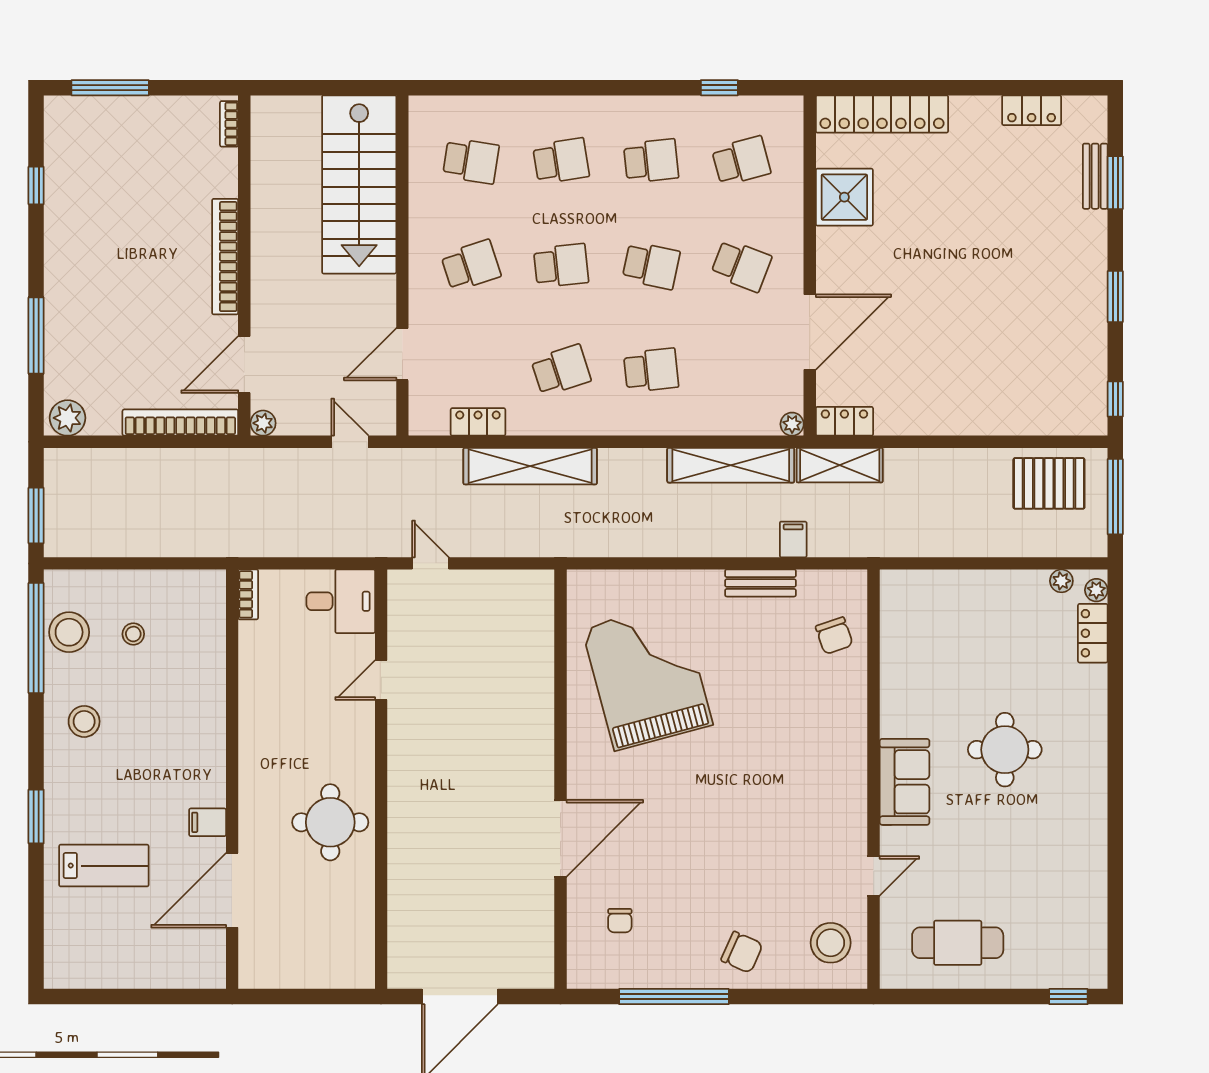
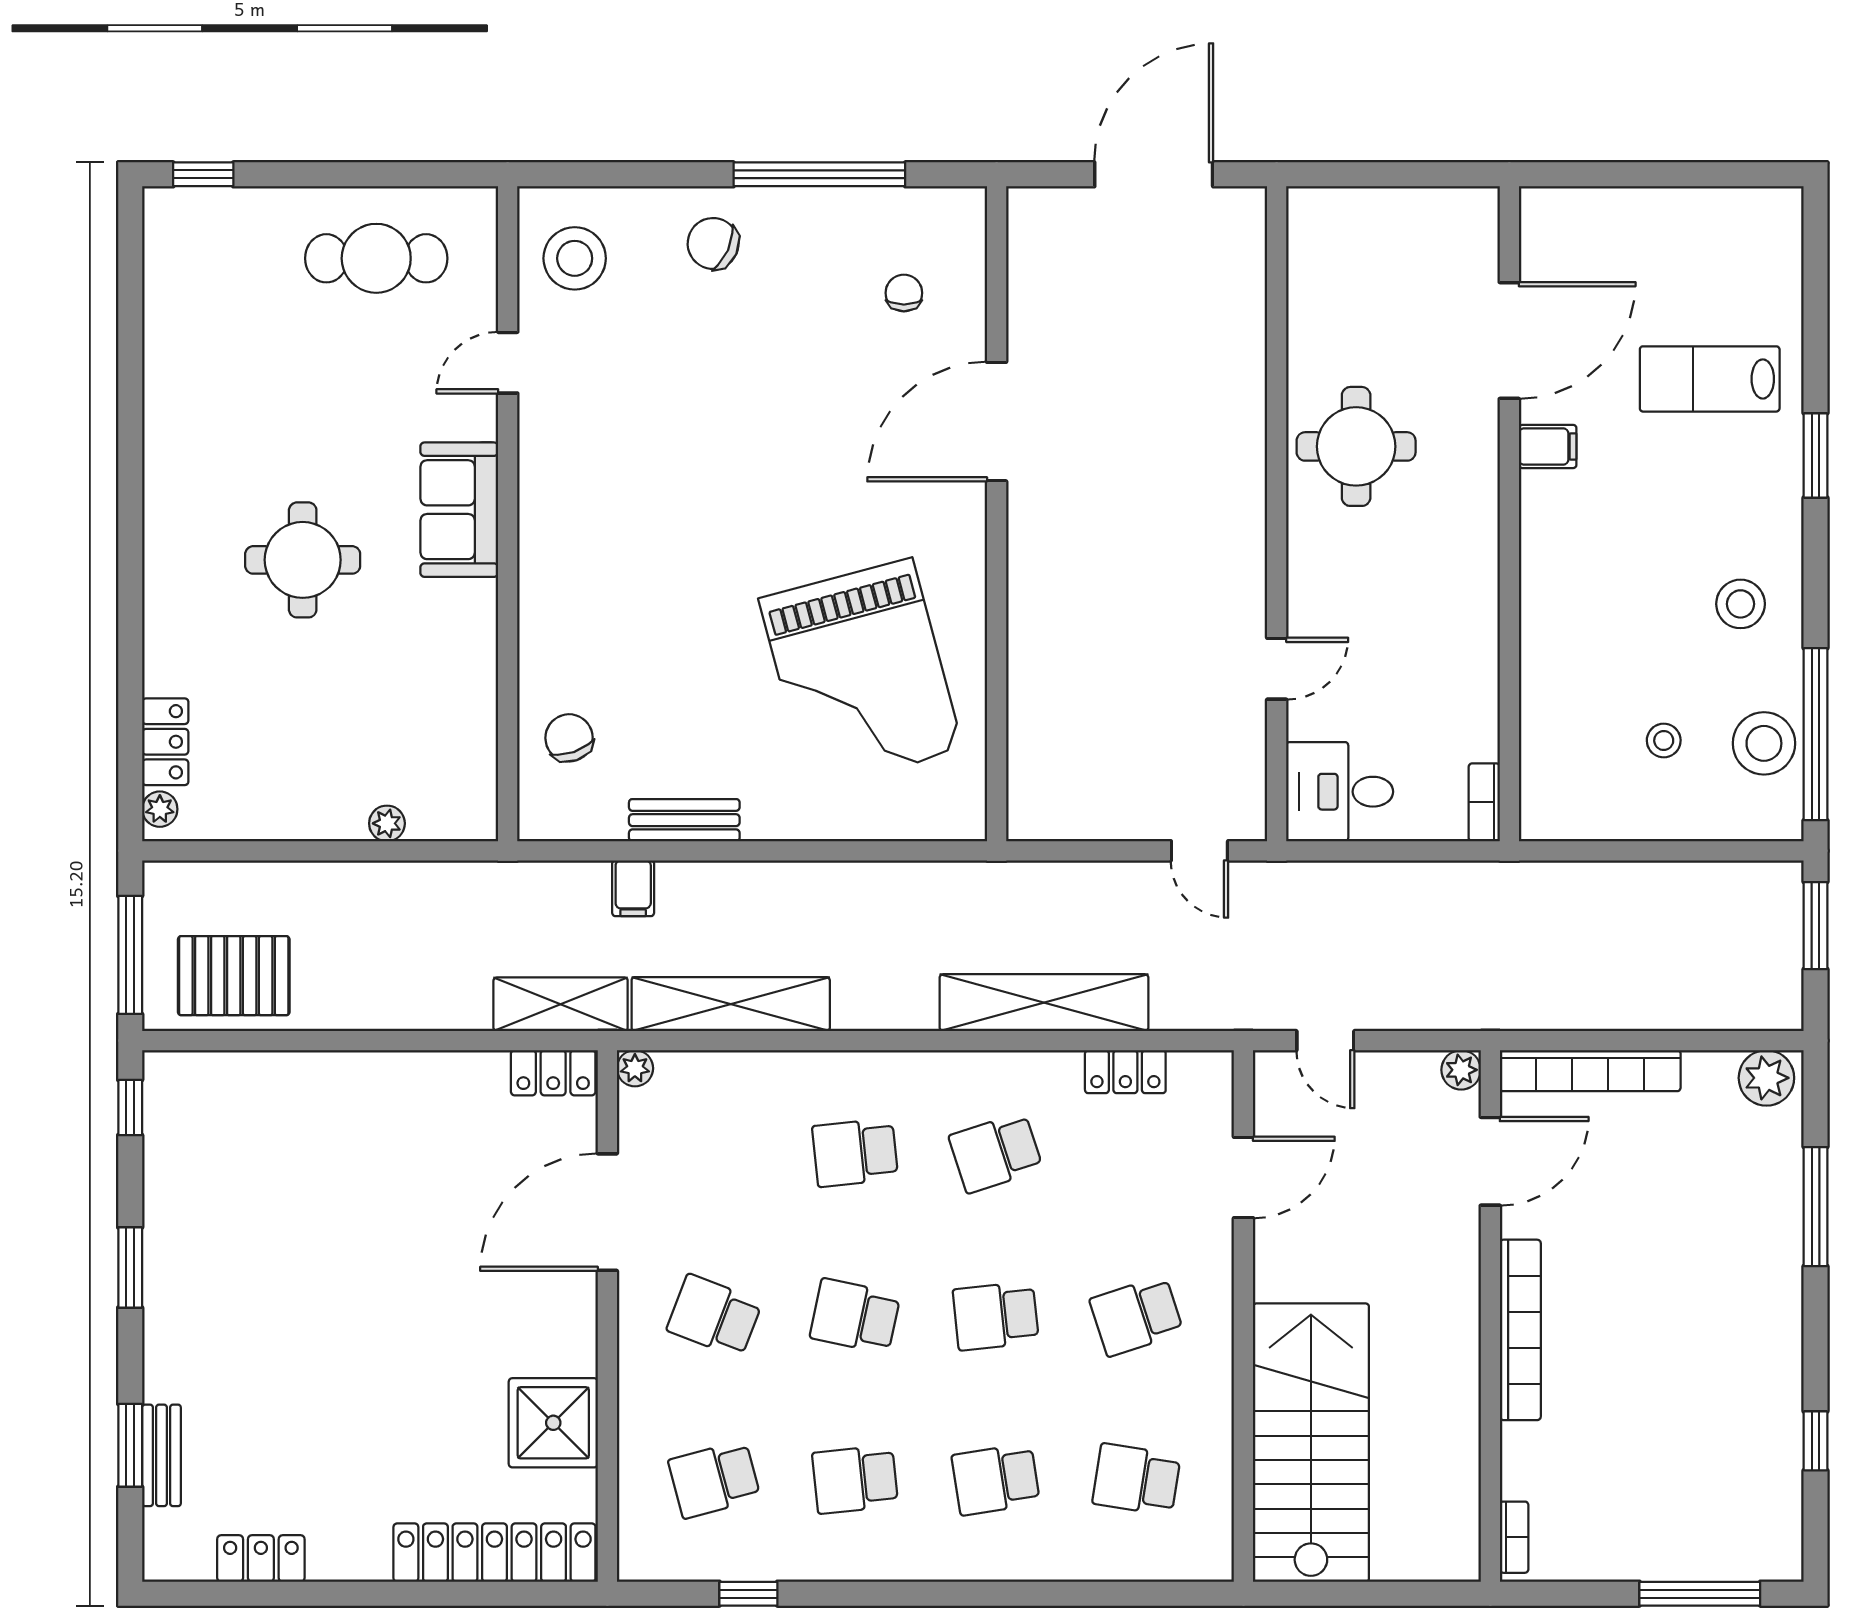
plant: (1061, 581) -> (387, 823), moved

